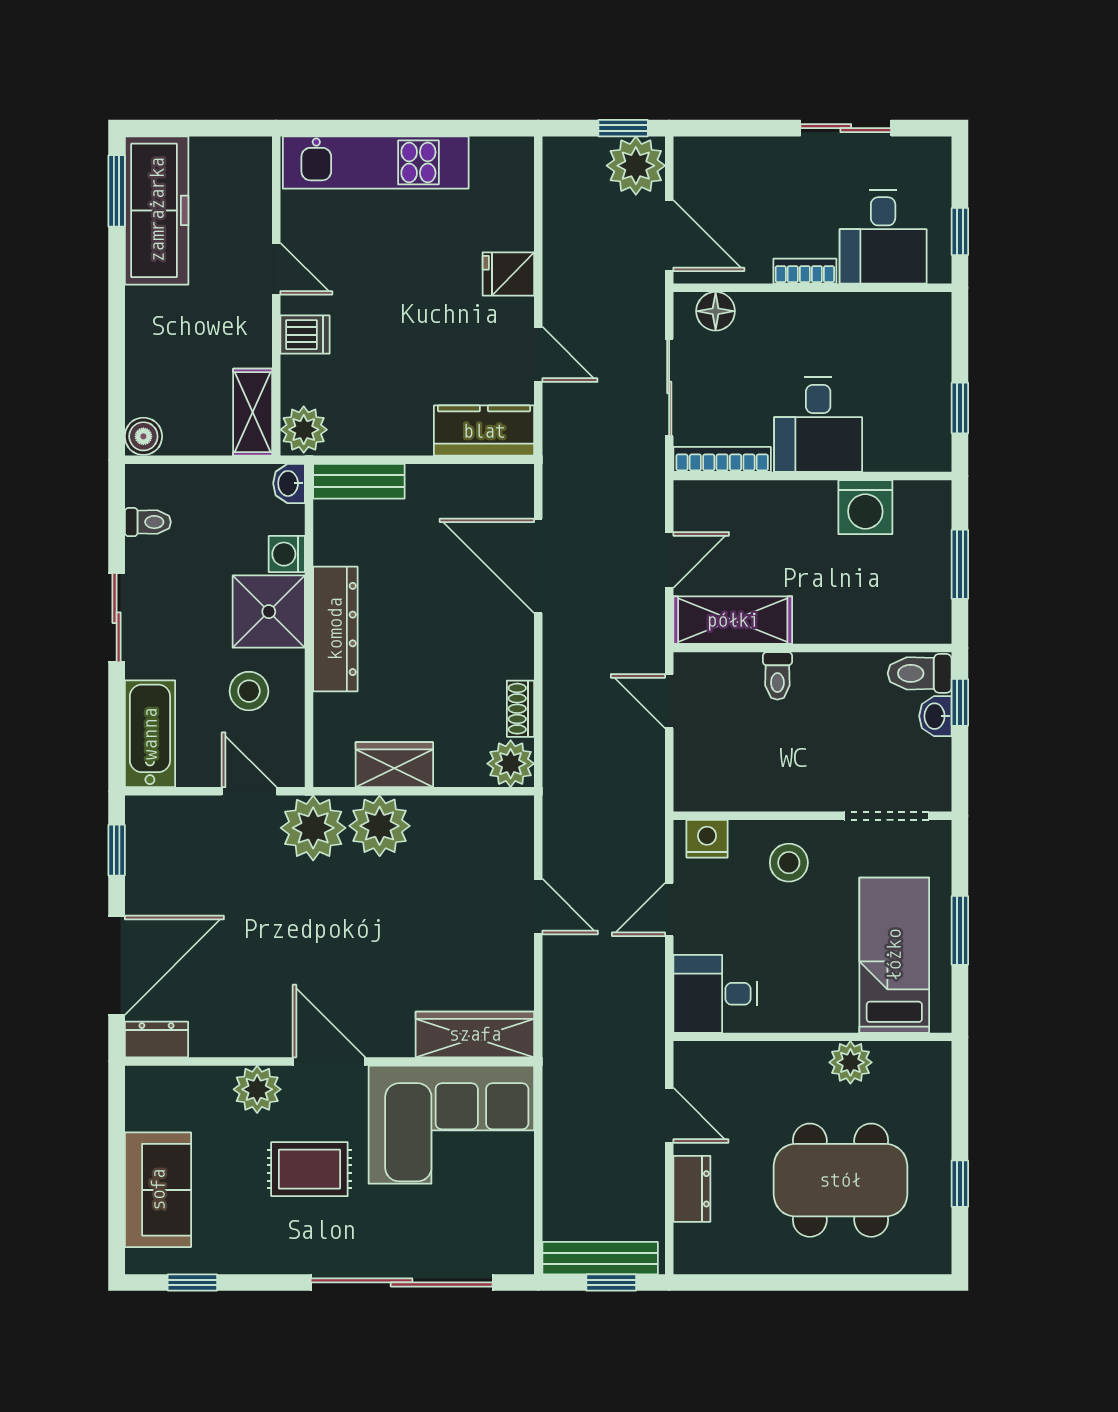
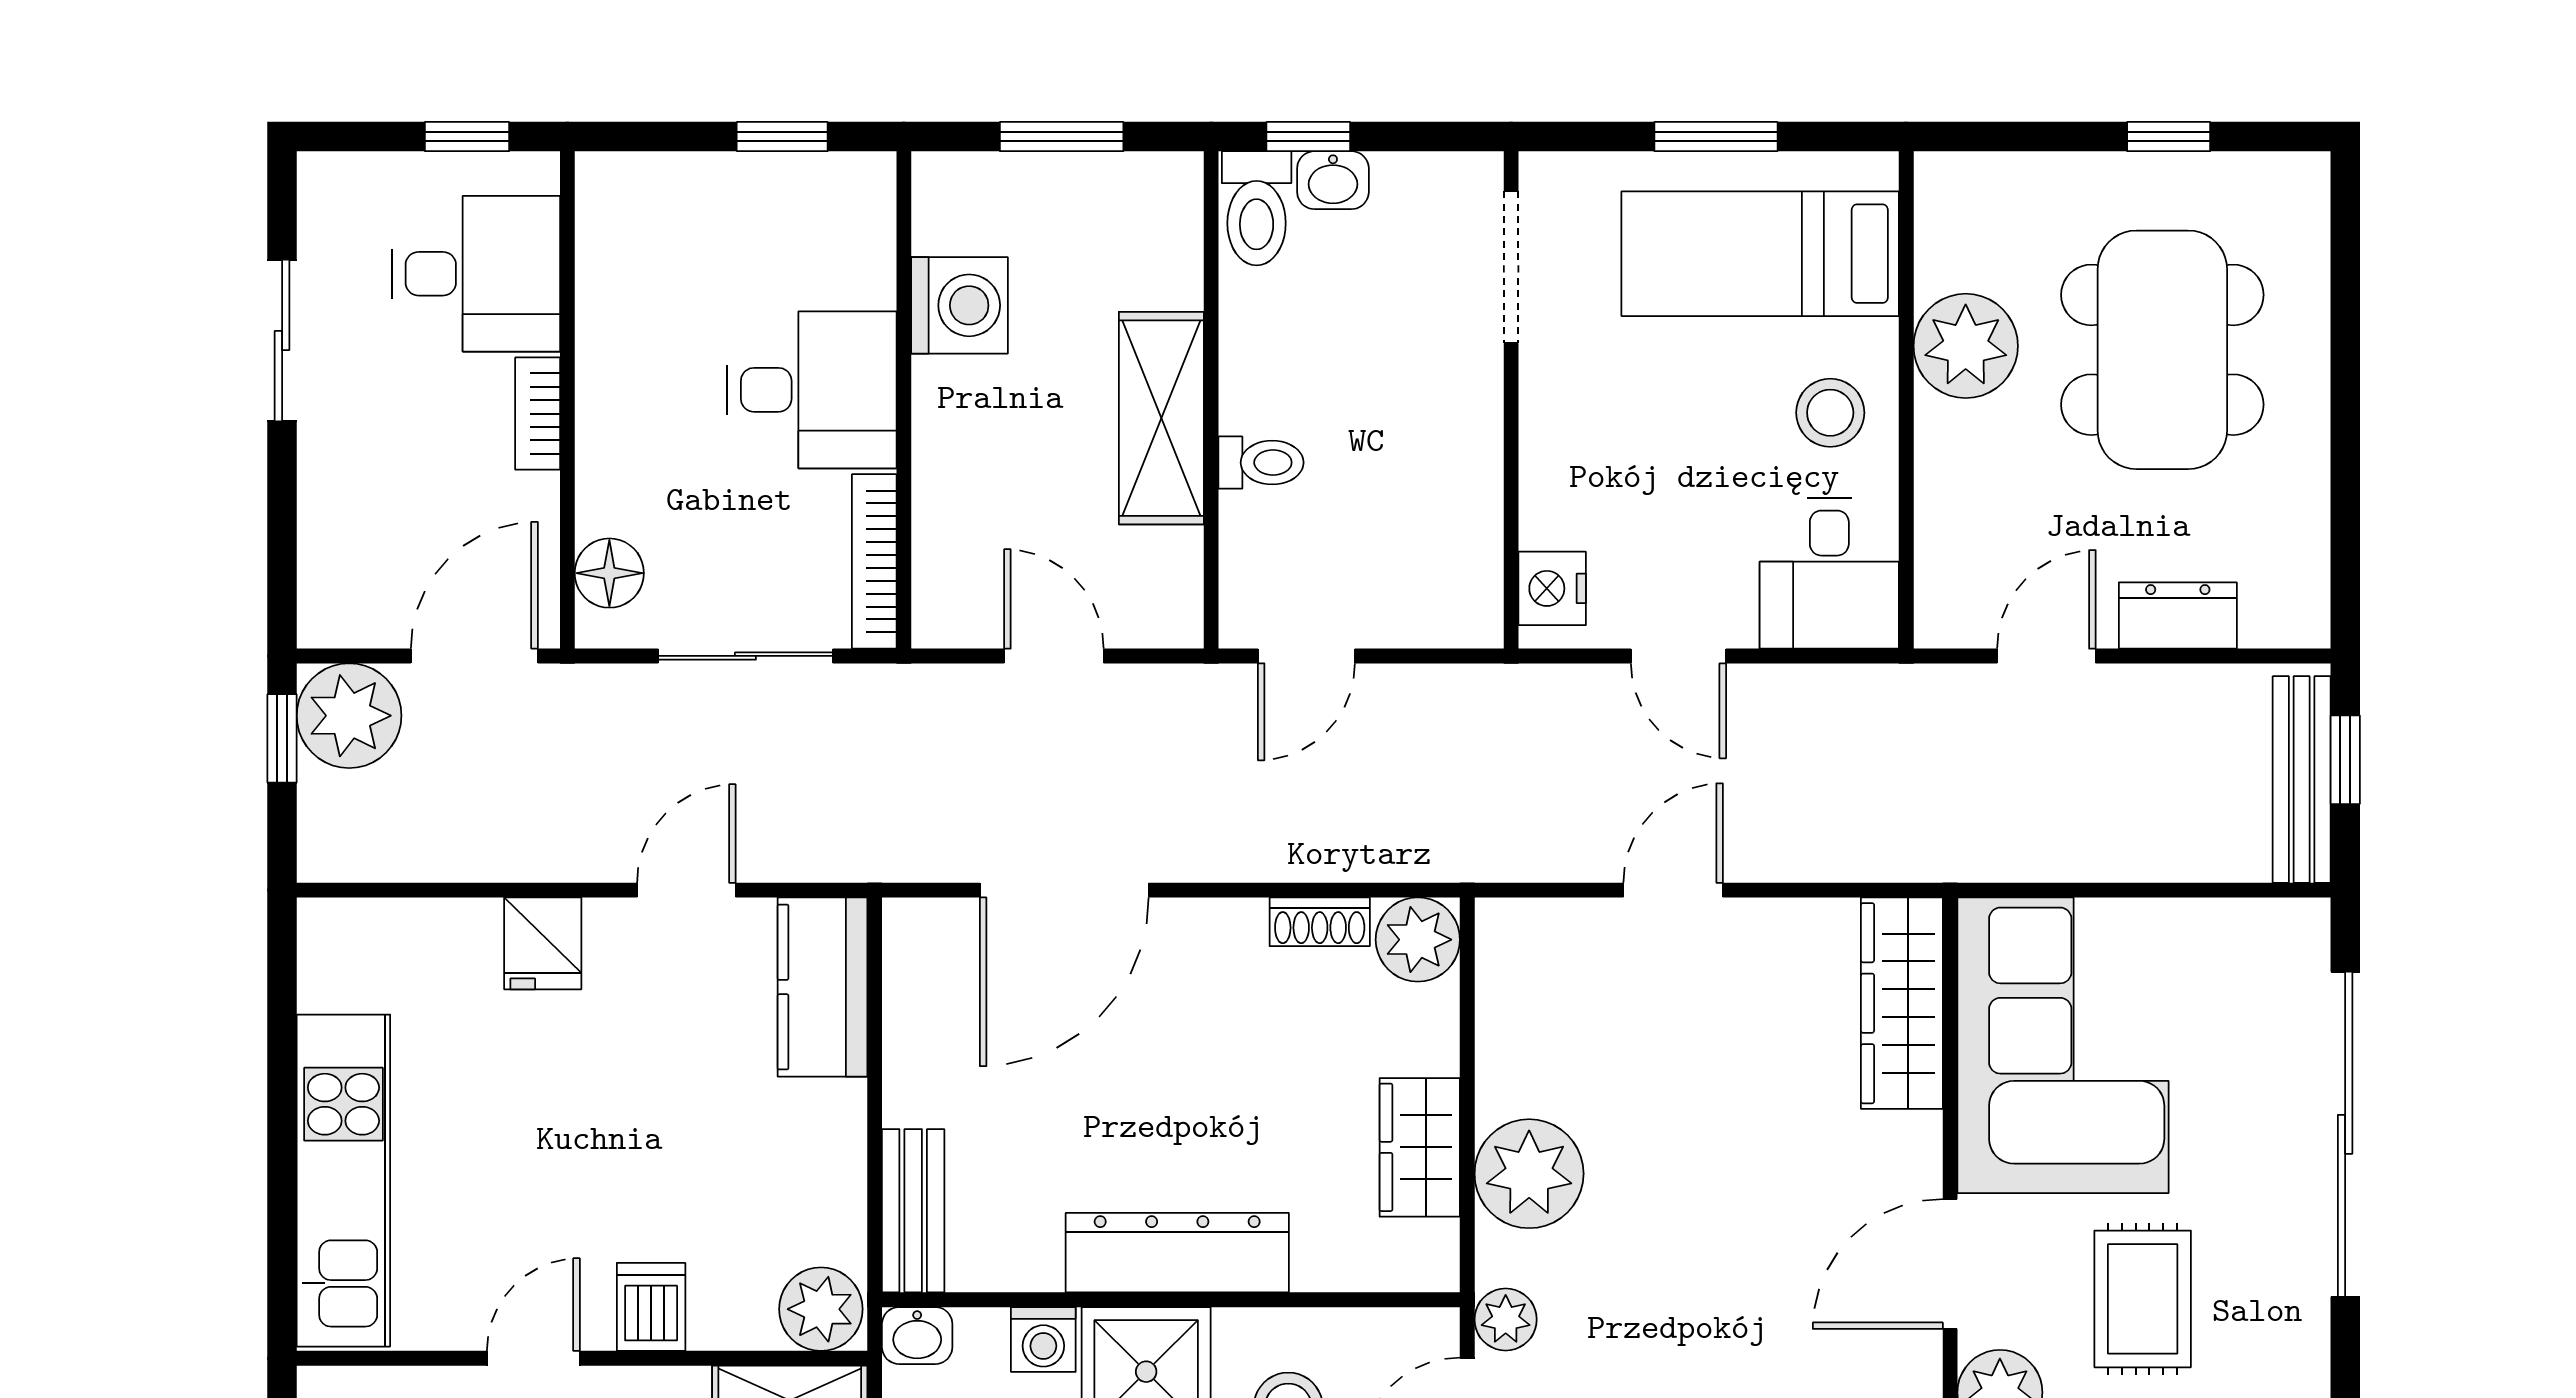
shelving: (733, 620) -> (1161, 418), moved
plant: (313, 828) -> (1506, 1320), width x0.53, depth x0.53
stool: (789, 863) -> (1830, 413), moved
plant: (850, 1062) -> (1966, 346), width x1.36, depth x1.36

